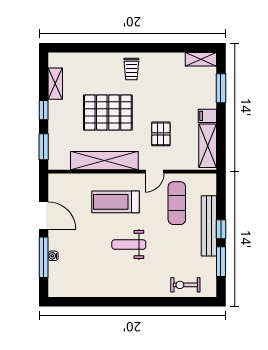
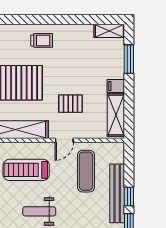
trolley: (131, 69) -> (42, 40), turned -90
pallet: (161, 134) -> (70, 104), turned 90

